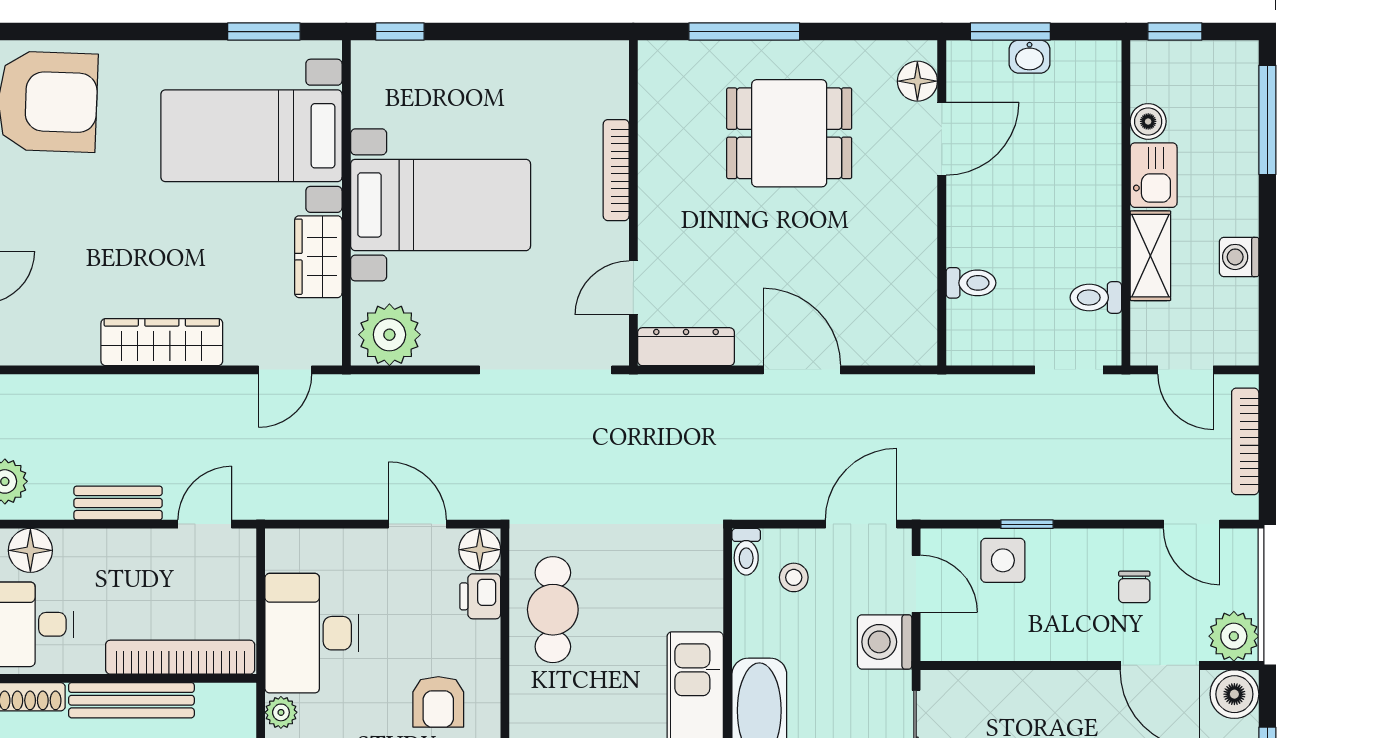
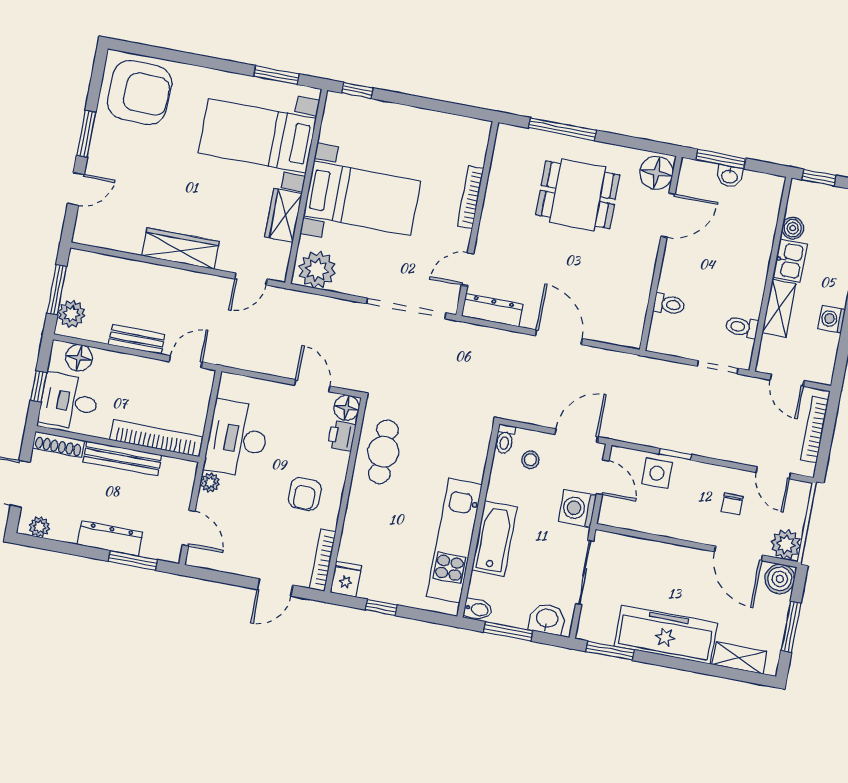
floor lamp: (917, 81) -> (656, 173), width x1.38, depth x1.38

